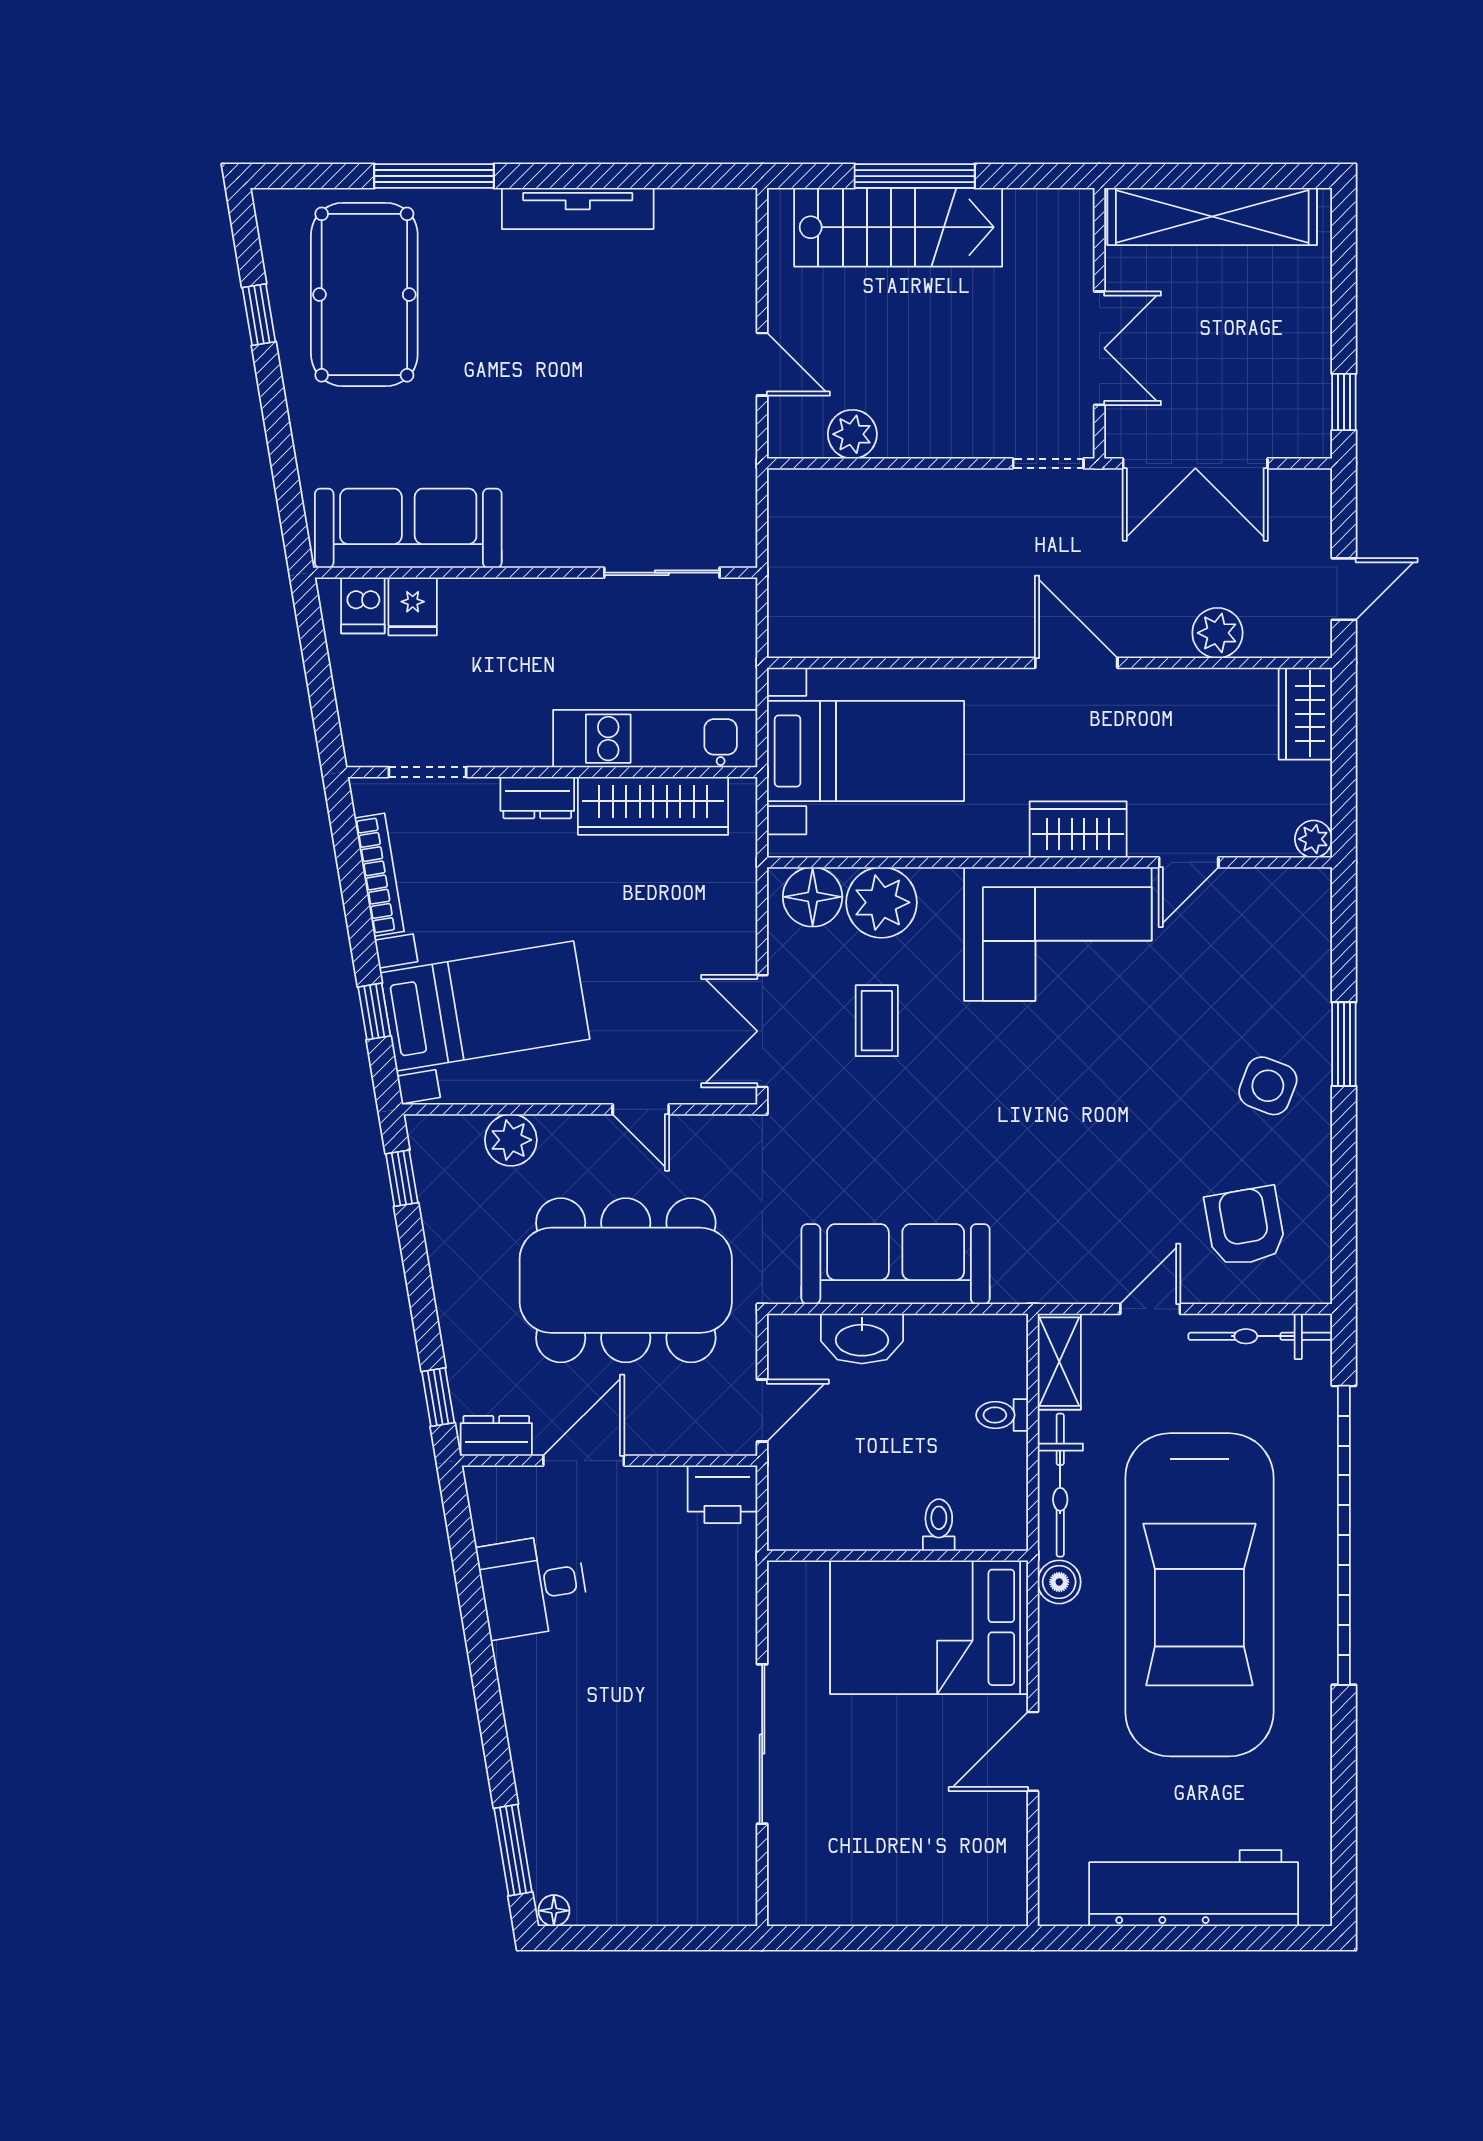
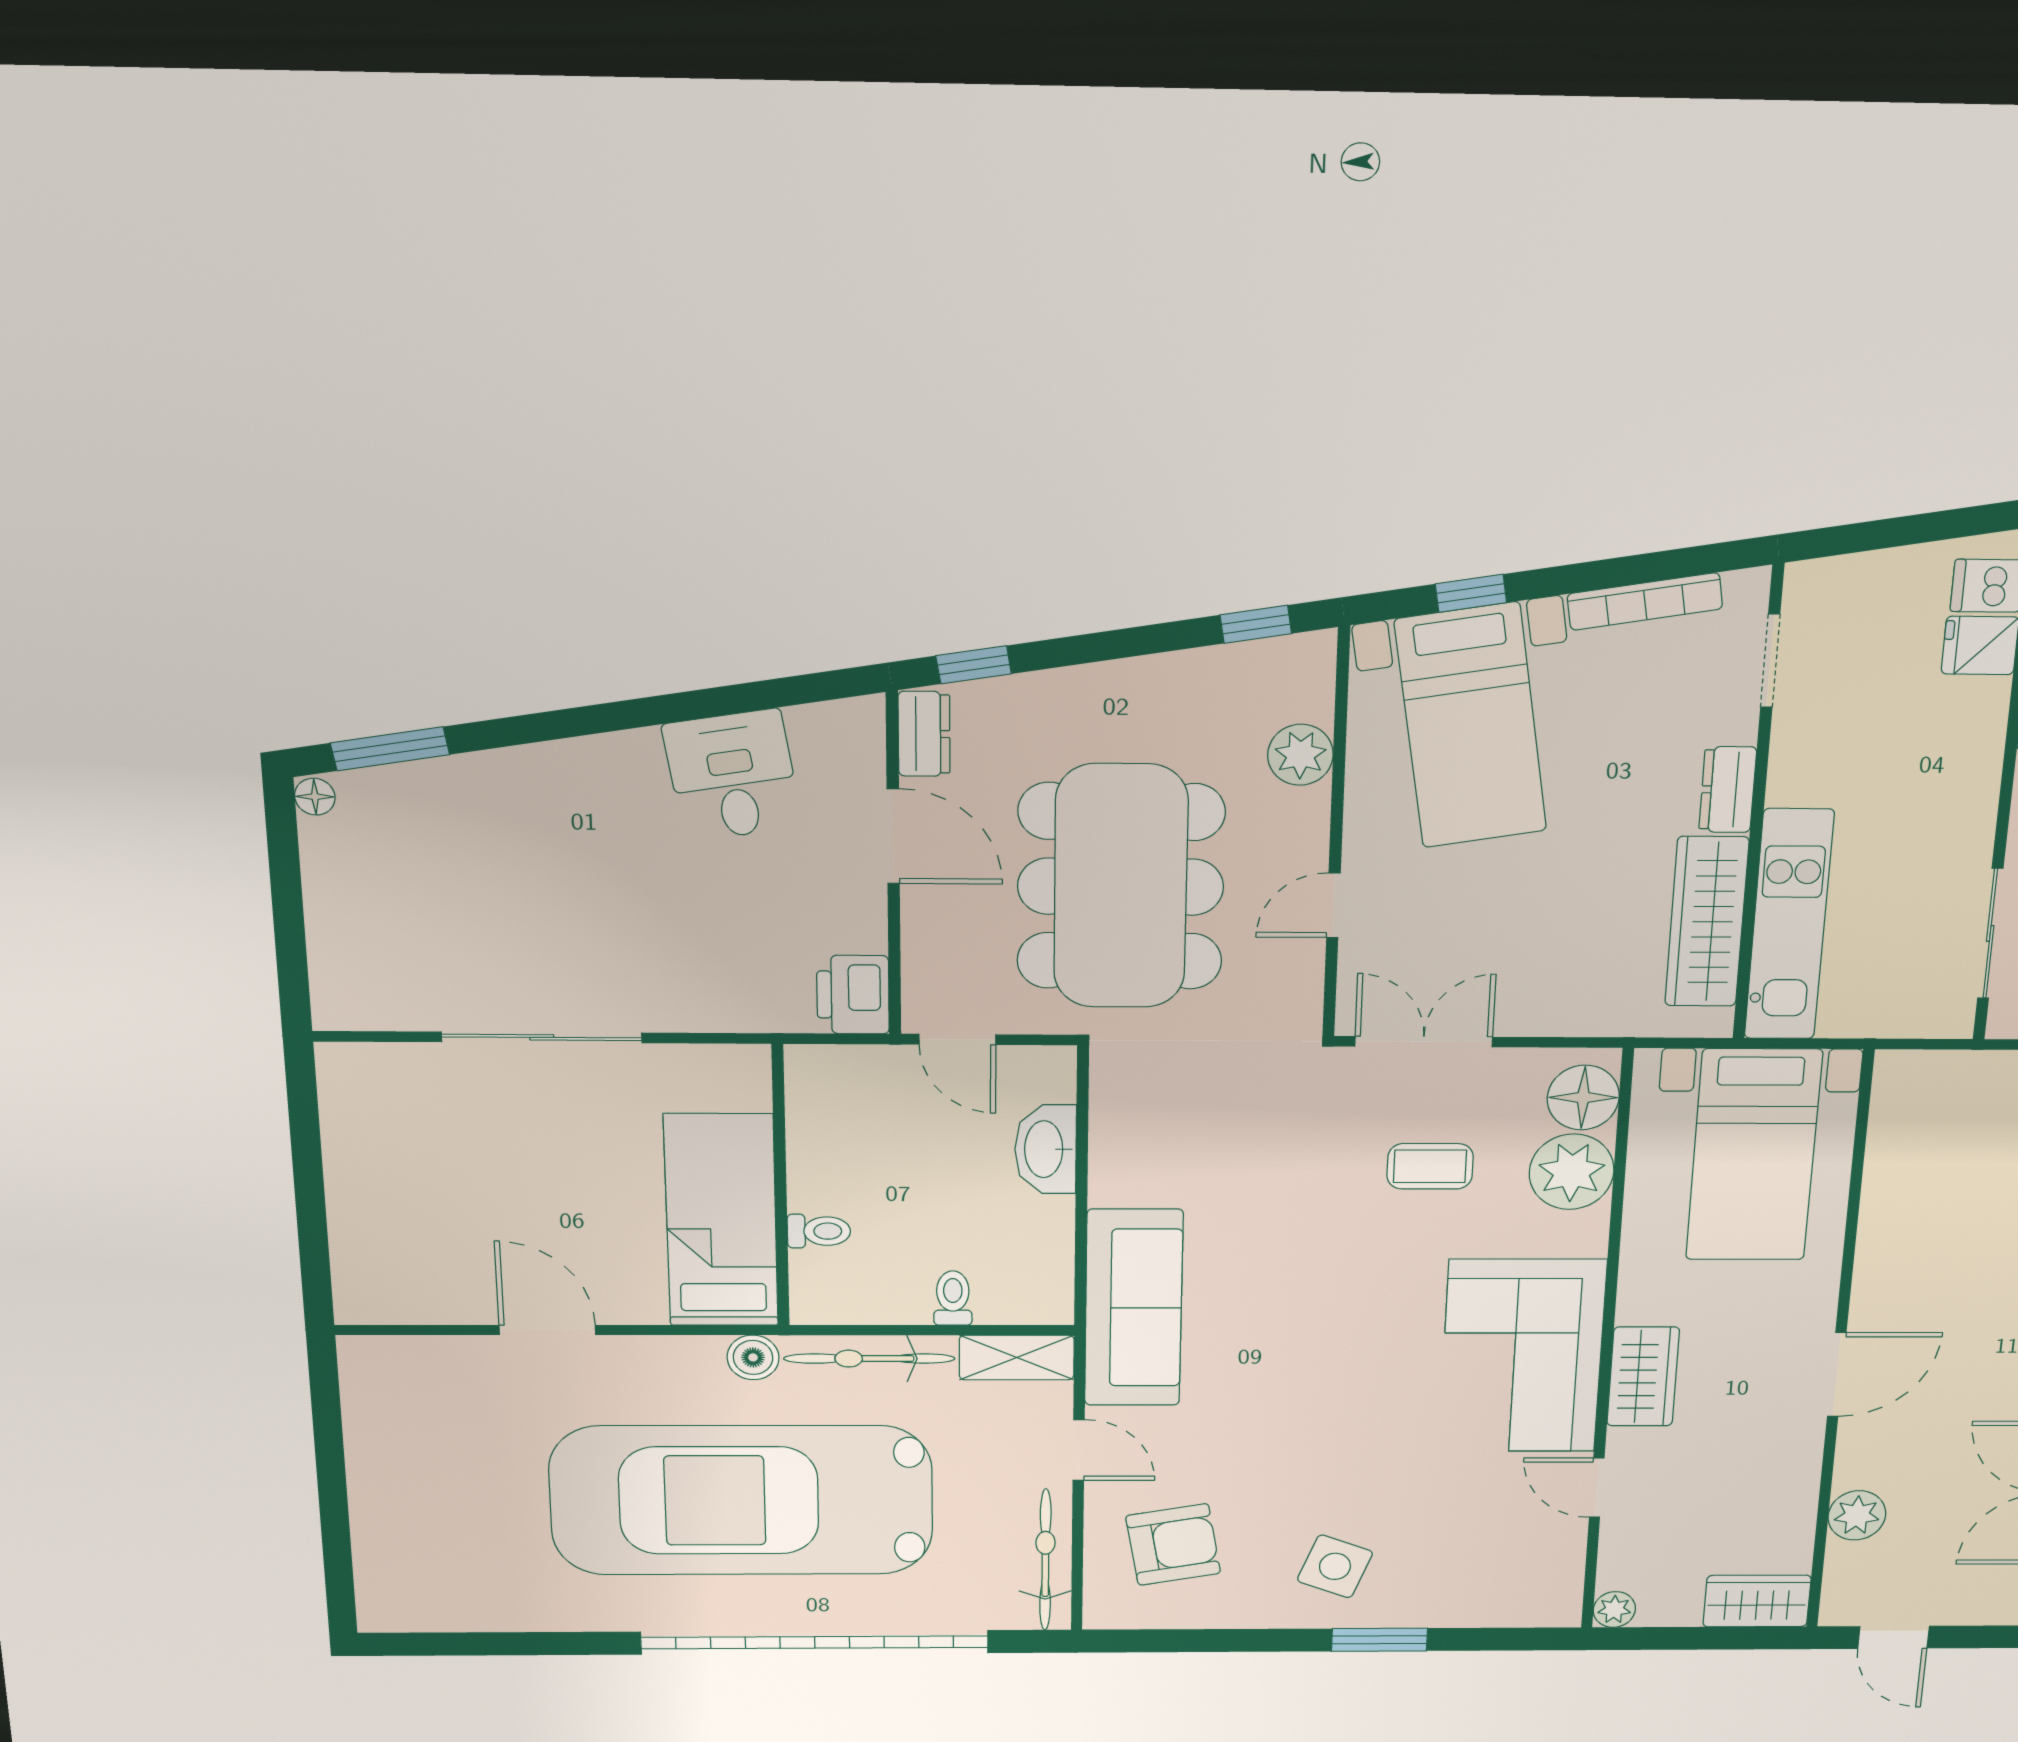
sofa: (896, 1264) -> (1134, 1308), moved
bed: (929, 1627) -> (721, 1221), width x0.67
workbench: (1194, 1888) -> (393, 1495), removed

